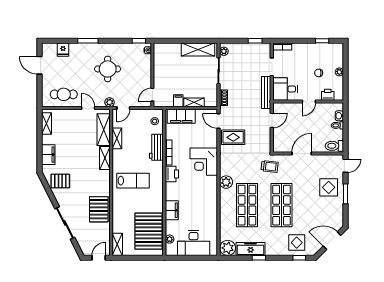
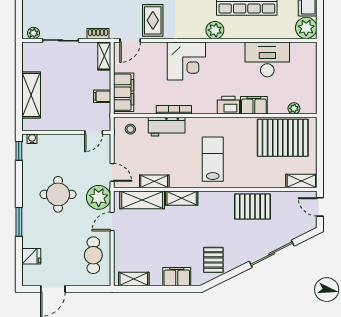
shelving: (198, 50) -> (31, 95), moved
door: (152, 95) -> (94, 132), hinge flipped
plant: (110, 102) -> (99, 197), width x1.88, depth x1.88
shelving: (194, 102) -> (104, 56), moved
printer: (172, 174) -> (228, 105), moved
desk: (194, 243) -> (267, 59), moved, turned -90

